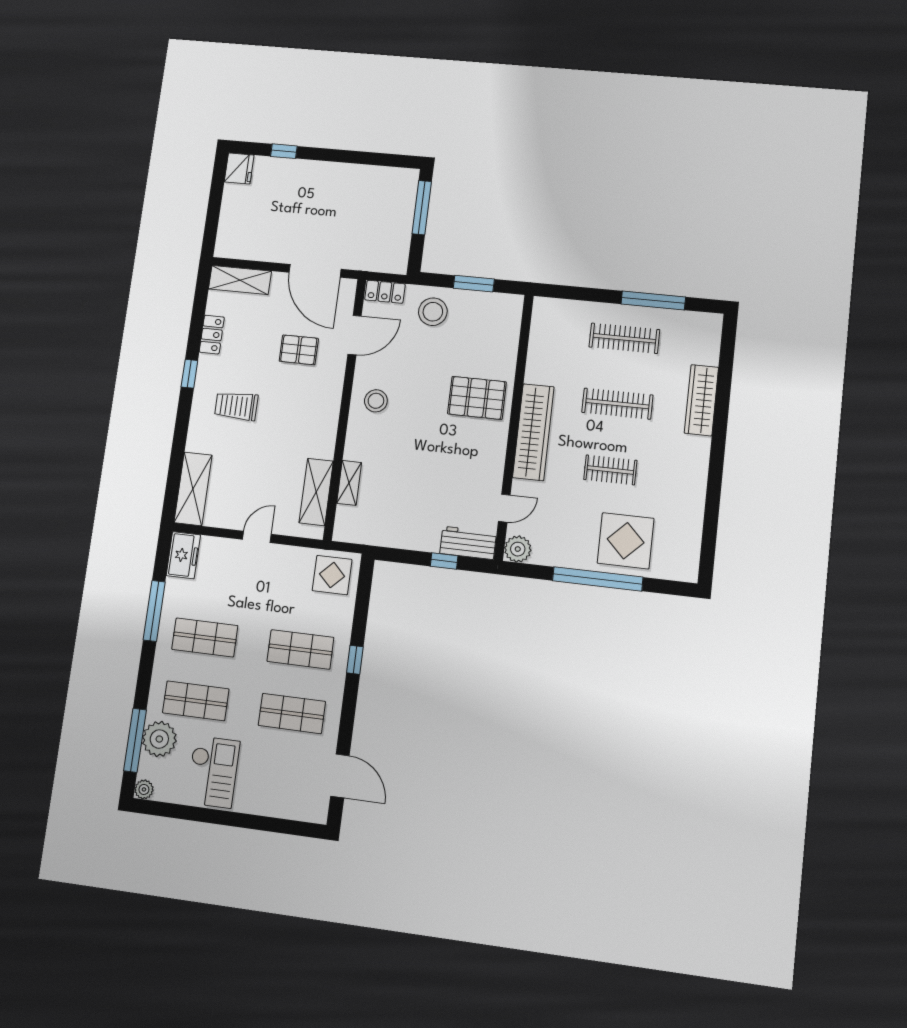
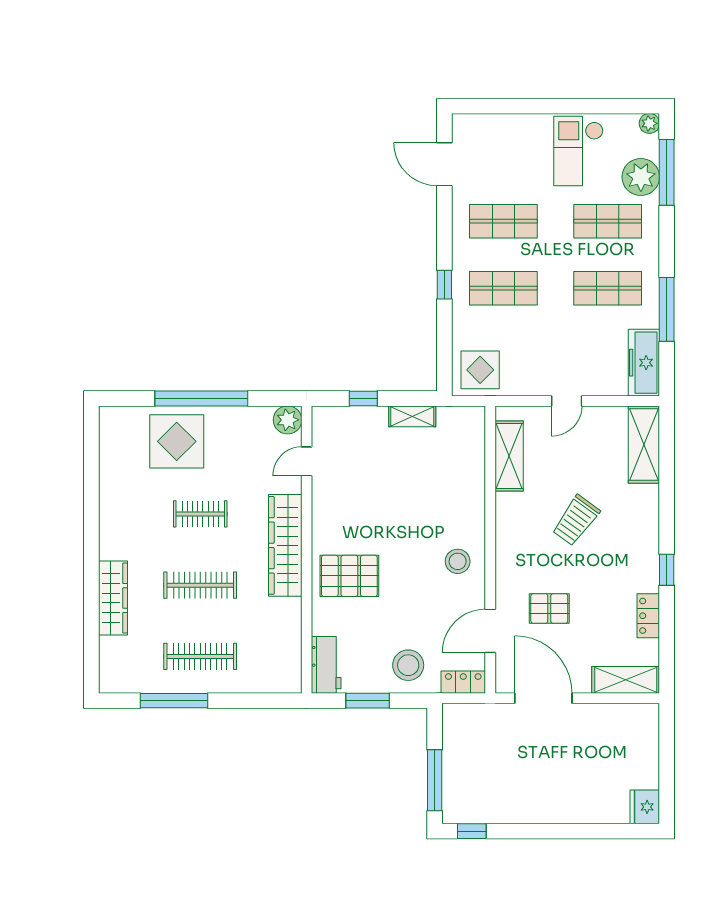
window: (284, 151) -> (472, 831), moved
trolley: (236, 406) -> (576, 521), moved, turned 126
shelving: (349, 483) -> (412, 416), moved, turned 90
workbench: (468, 543) -> (326, 665), moved, turned -90
freezer: (183, 555) -> (644, 363), width x1.40

